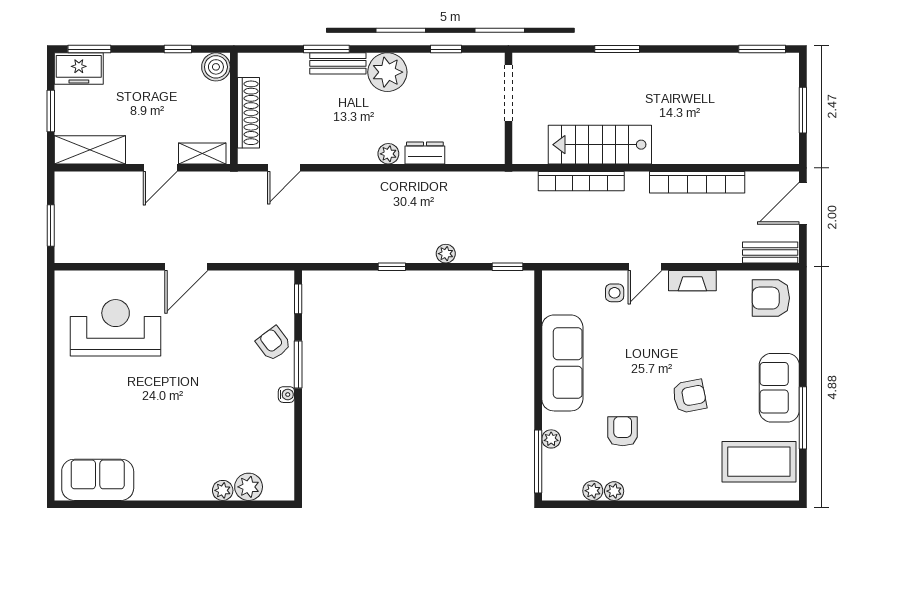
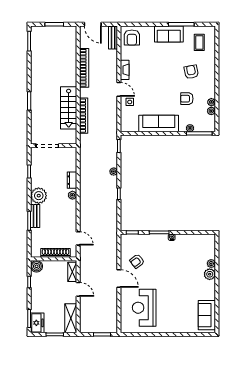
armchair: (273, 343) -> (137, 261), moved
armchair: (689, 396) -> (191, 72), moved
coffee table: (759, 462) -> (199, 42), width x0.54, depth x0.58
plant: (249, 487) -> (210, 274), moved

